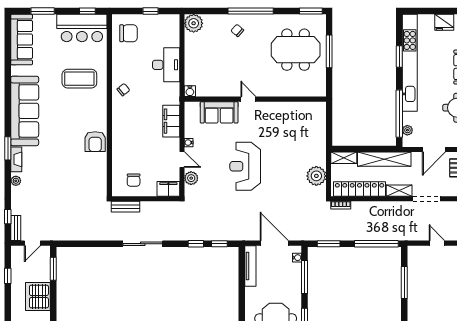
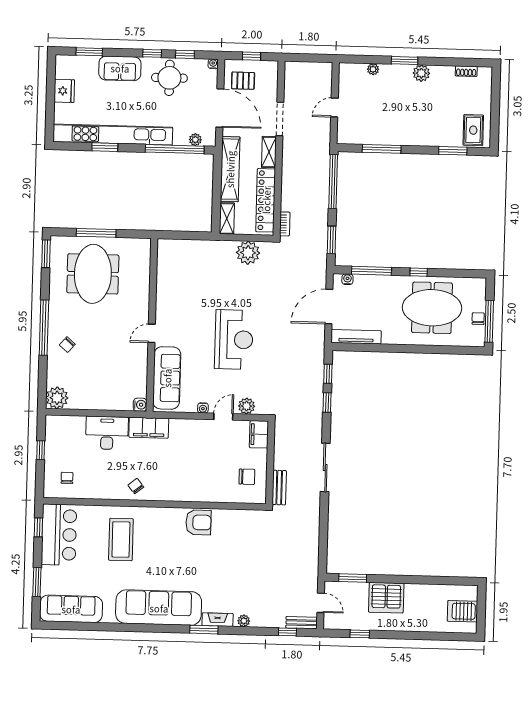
chair: (128, 33) -> (67, 478), width x0.54, depth x0.54
sofa: (219, 112) -> (167, 378), width x1.36
filing cabinet: (171, 121) -> (149, 428), moved
door: (434, 150) -> (220, 108), width x1.36
reception desk: (245, 166) -> (234, 340), turned -90

